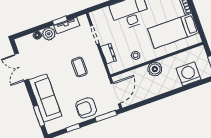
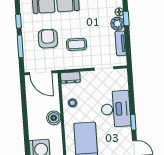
window: (60, 21) -> (126, 18), moved
dresser: (109, 54) -> (70, 78), moved
armchair: (86, 108) -> (48, 39), moved
window: (106, 116) -> (20, 46), moved

